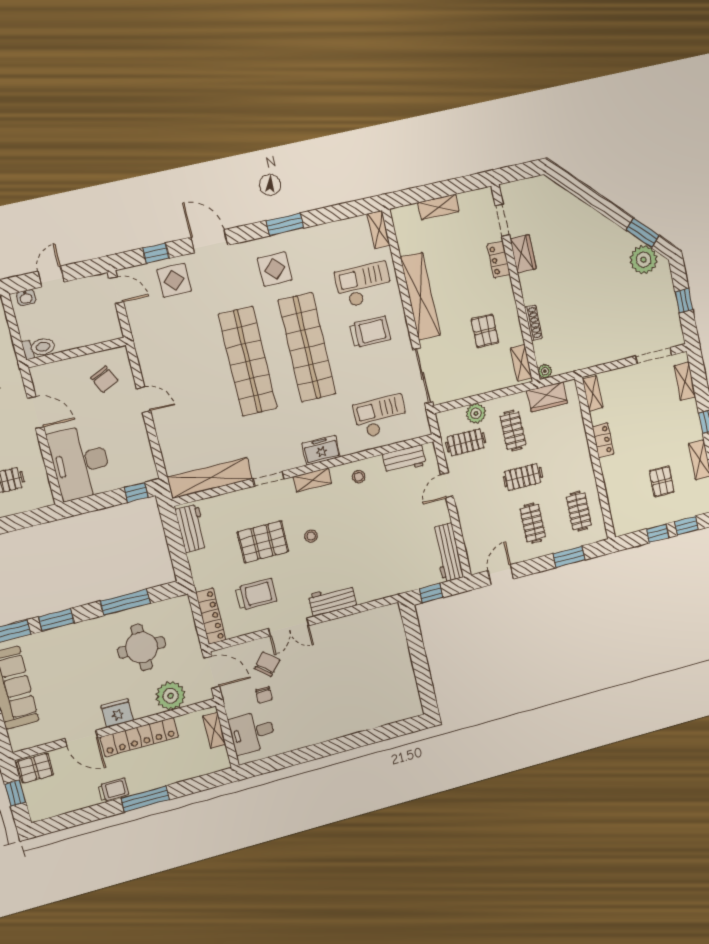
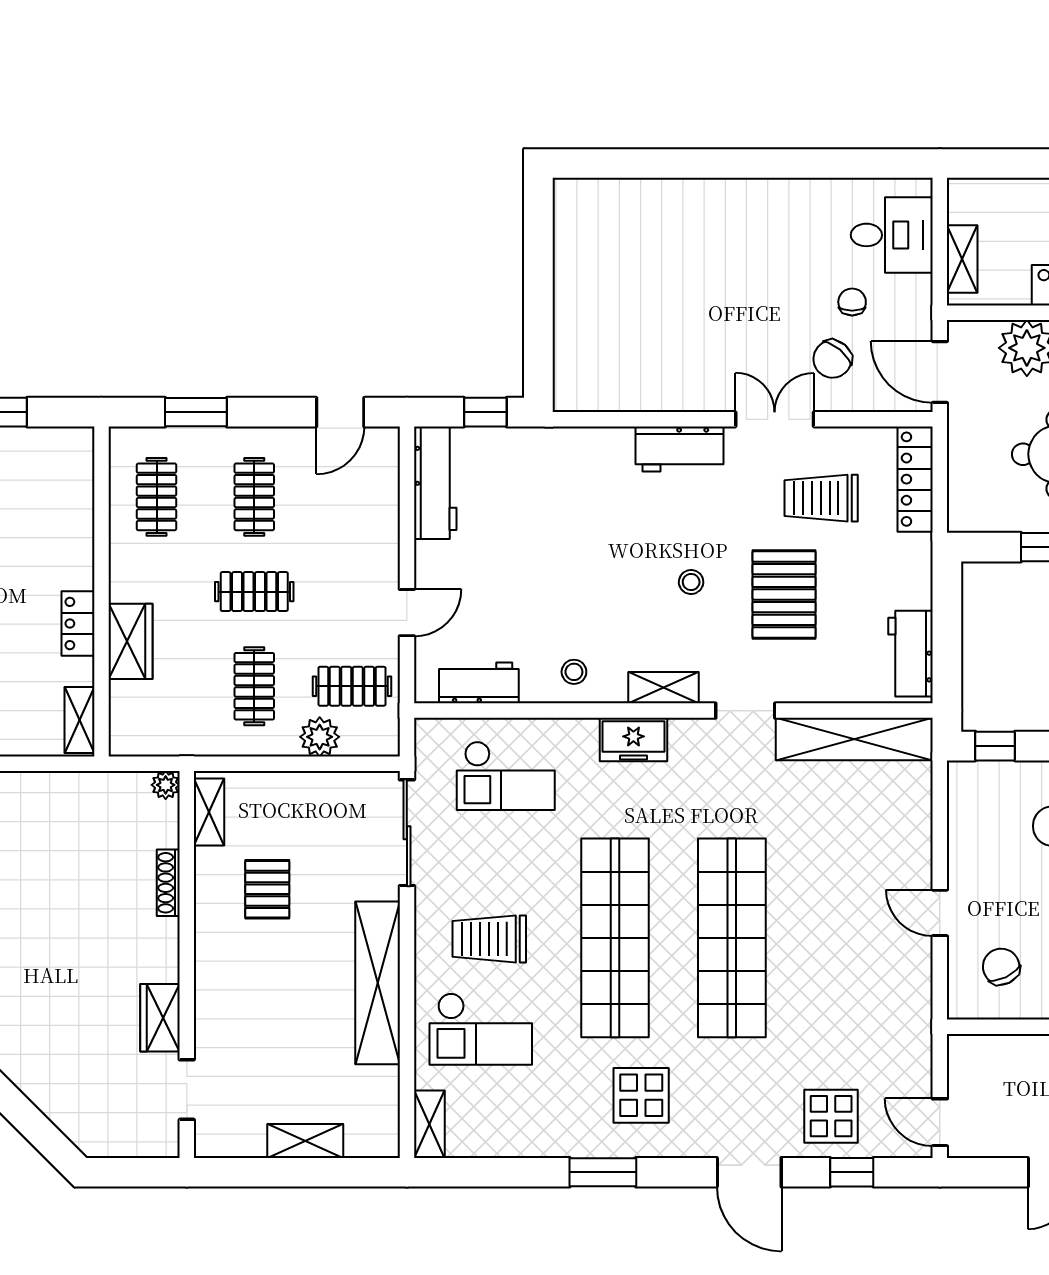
locker: (499, 260) -> (210, 1017), removed
wardrobe: (547, 397) -> (130, 641), moved, turned 90
pallet: (263, 542) -> (784, 595), turned 90

